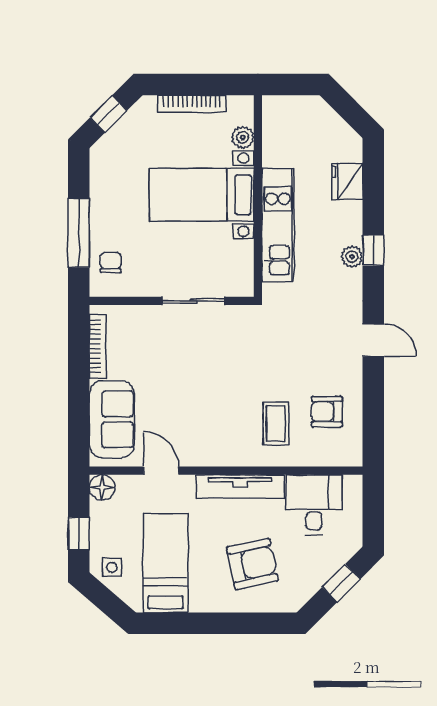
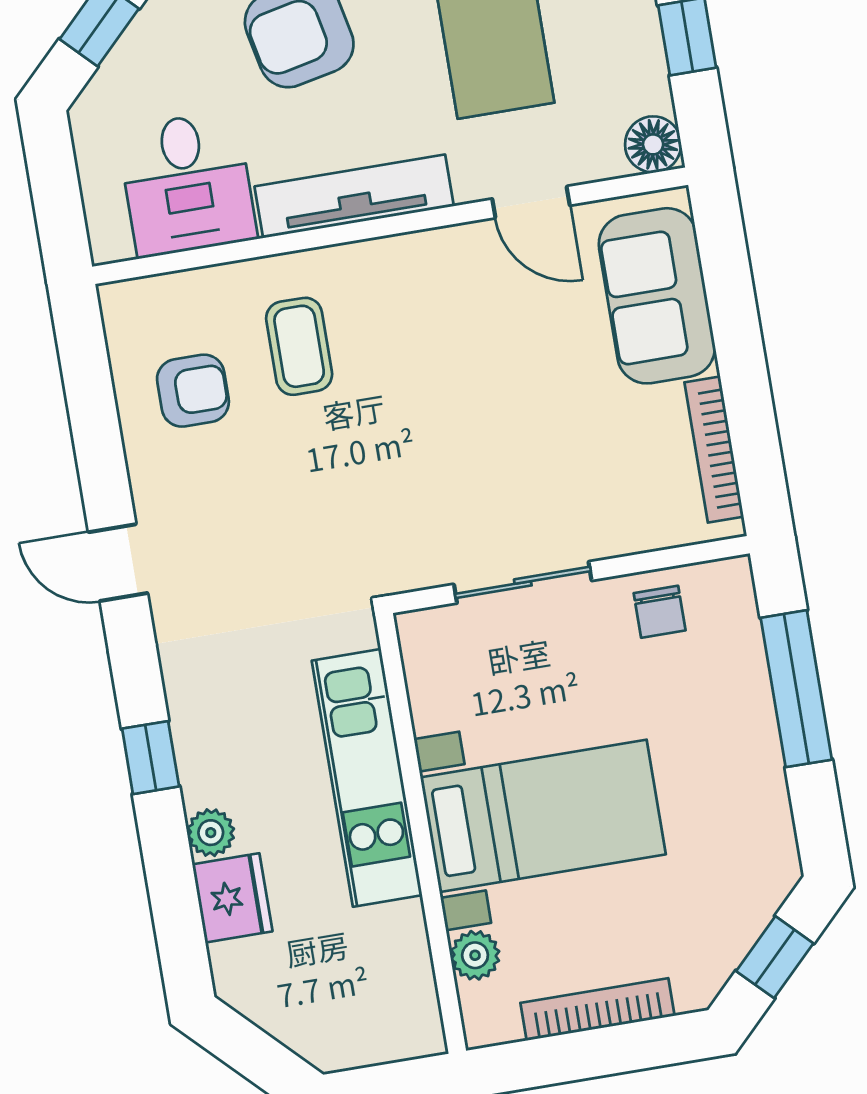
plant: (352, 257) -> (211, 833), moved
chair: (111, 263) -> (660, 612), moved

